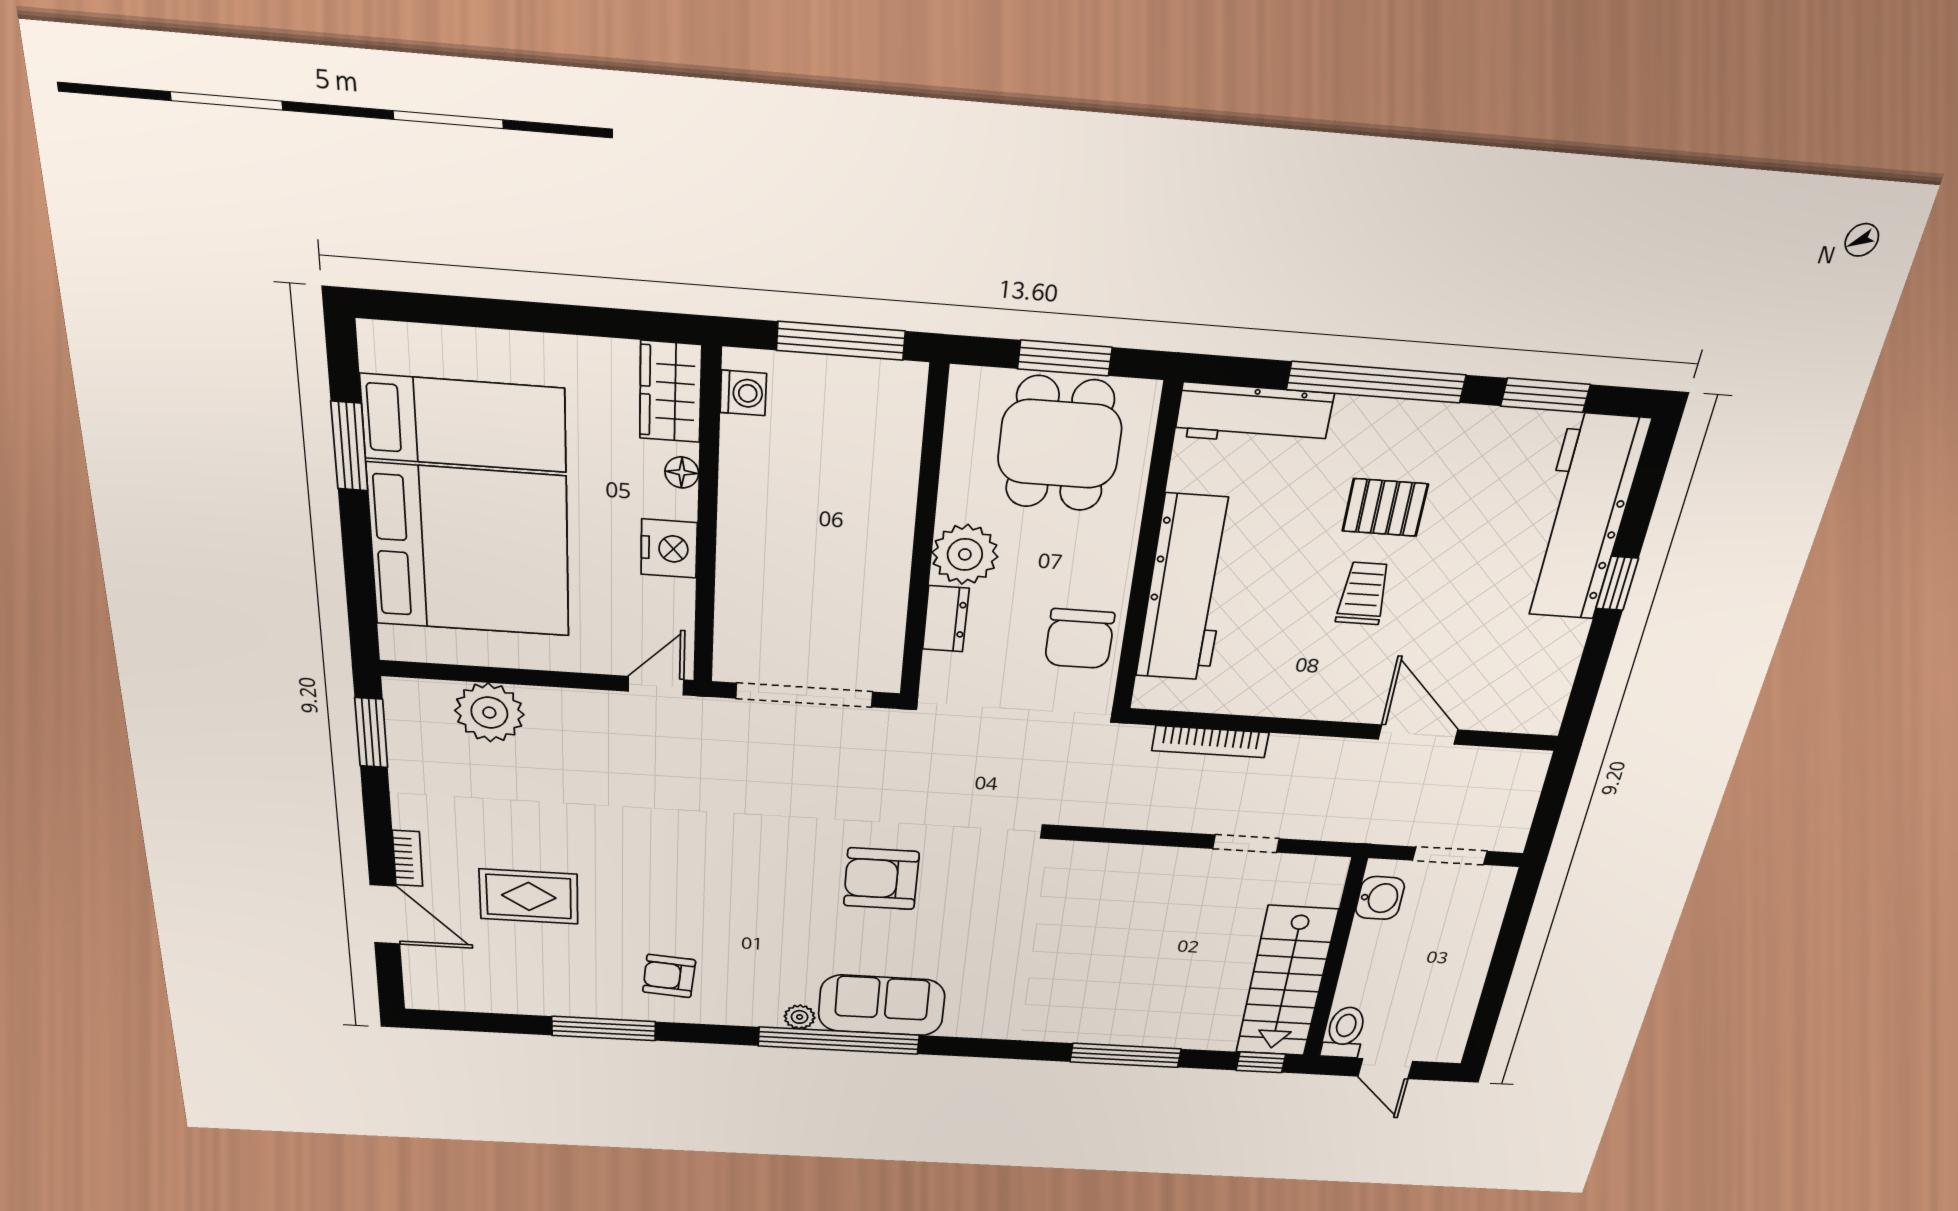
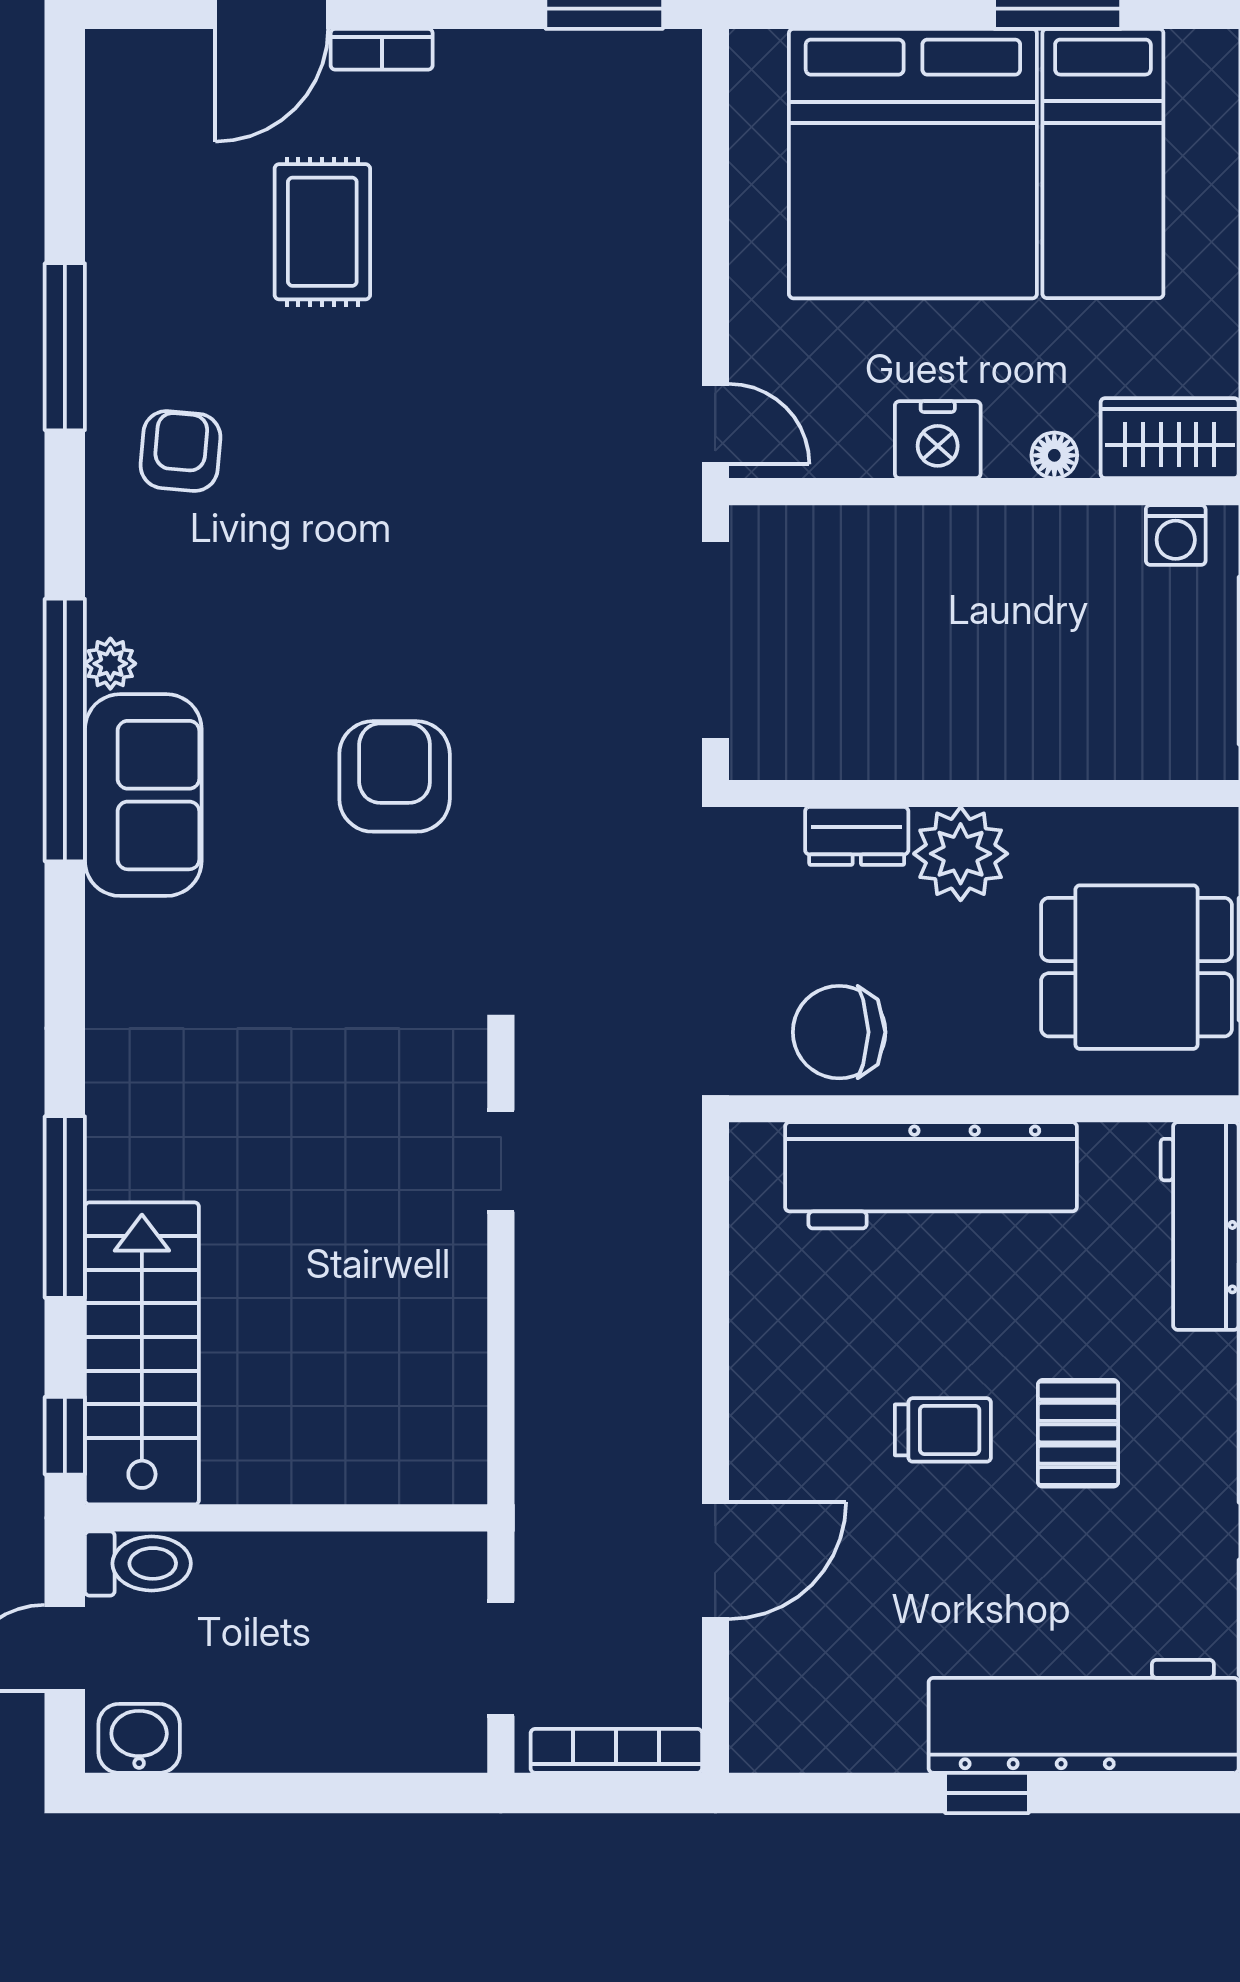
plant: (489, 713) -> (652, 182), removed
bookcase: (1210, 742) -> (616, 1751), moved, turned 90
doorway: (1246, 844) -> (501, 1161), moved
washbasin: (1380, 898) -> (139, 1738), moved, turned 180
stairs: (1286, 982) -> (142, 1353), moved, turned 90

